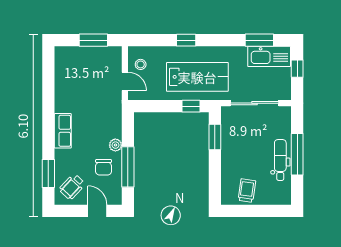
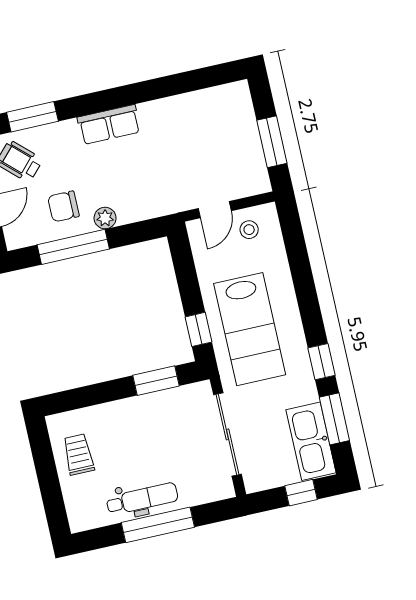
window: (186, 40) -> (321, 362), moved
trolley: (247, 191) -> (79, 454), turned -98

